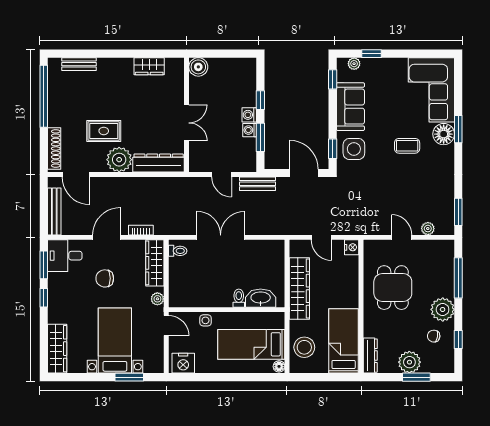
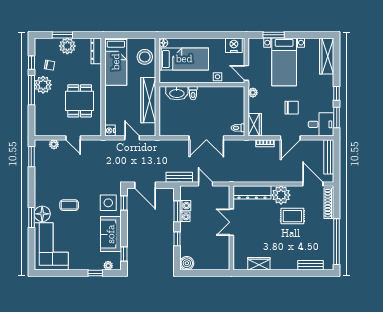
boiler: (198, 67) -> (187, 263), moved
washing machine: (249, 115) -> (185, 206), moved
wardrobe: (155, 263) -> (255, 125), width x0.67
window: (458, 278) -> (31, 90), moved

